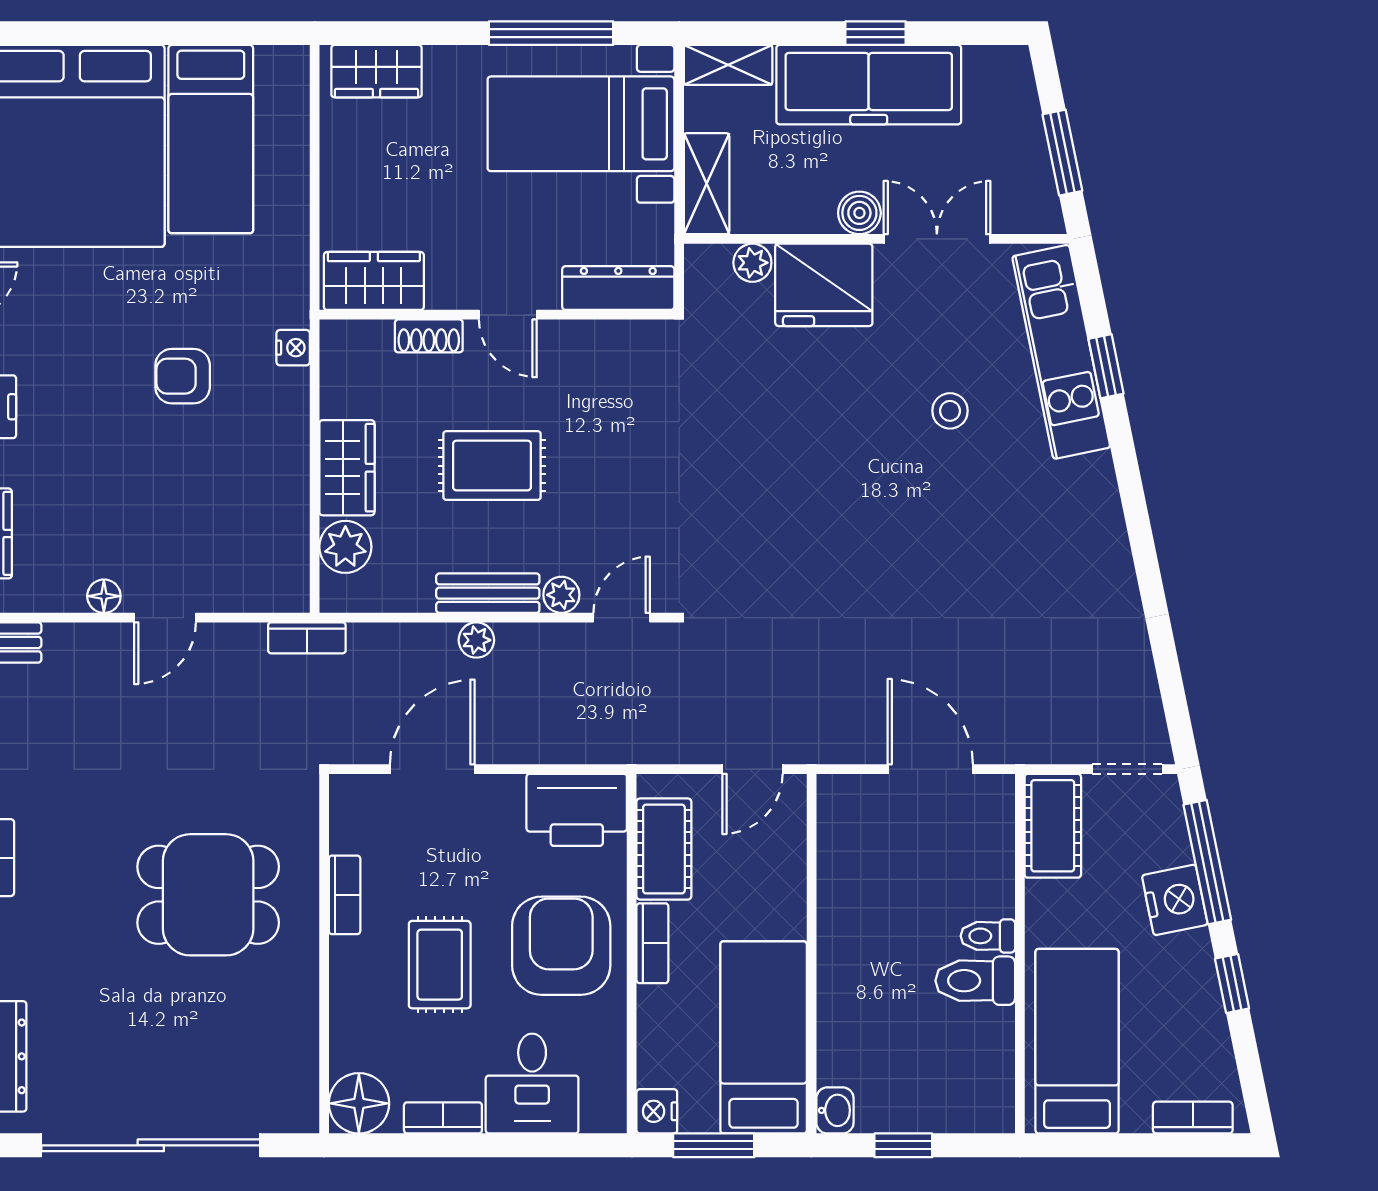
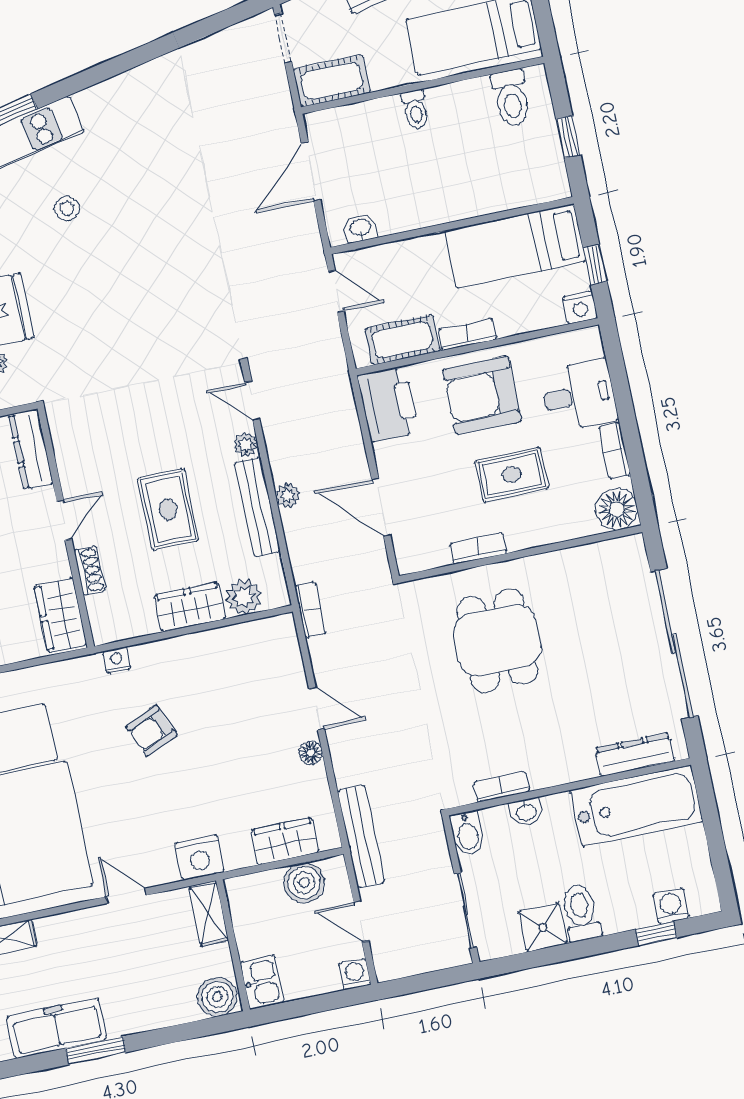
armchair: (183, 376) -> (151, 731), turned 66
bench: (488, 593) -> (257, 507), width x1.36
toilet: (975, 981) -> (511, 98), moved
washbasin: (835, 1110) -> (360, 228), moved
window: (714, 1145) -> (595, 264), width x0.67

